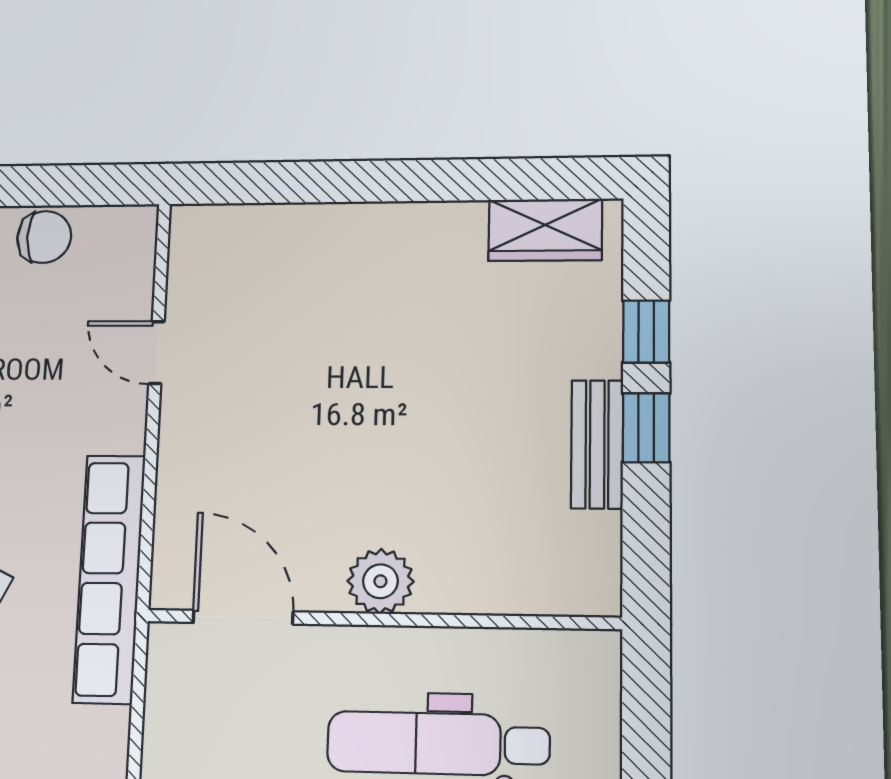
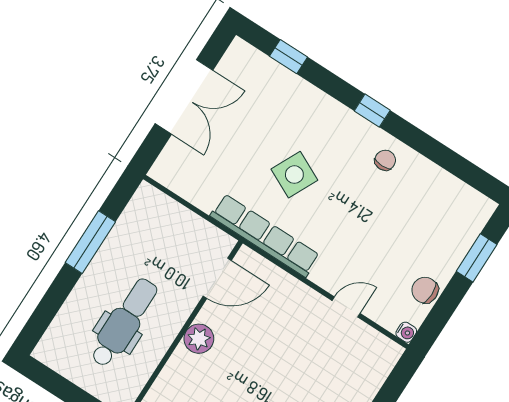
water cooler: (140, 222) -> (406, 332), added
chair: (44, 237) -> (425, 290), turned 90

